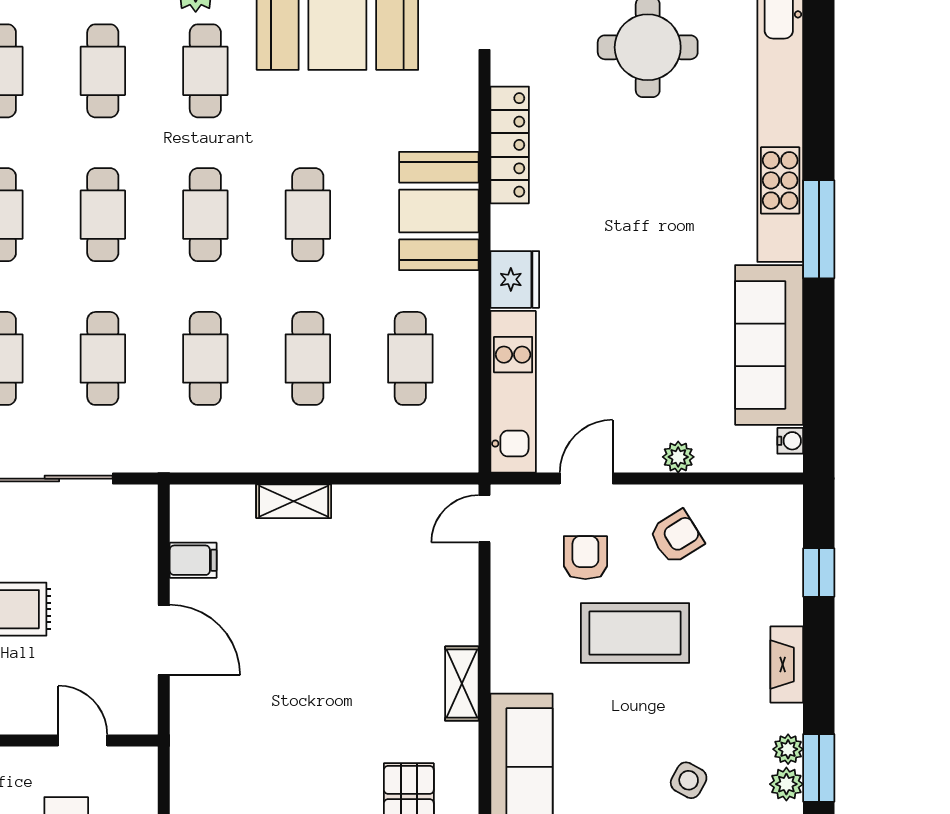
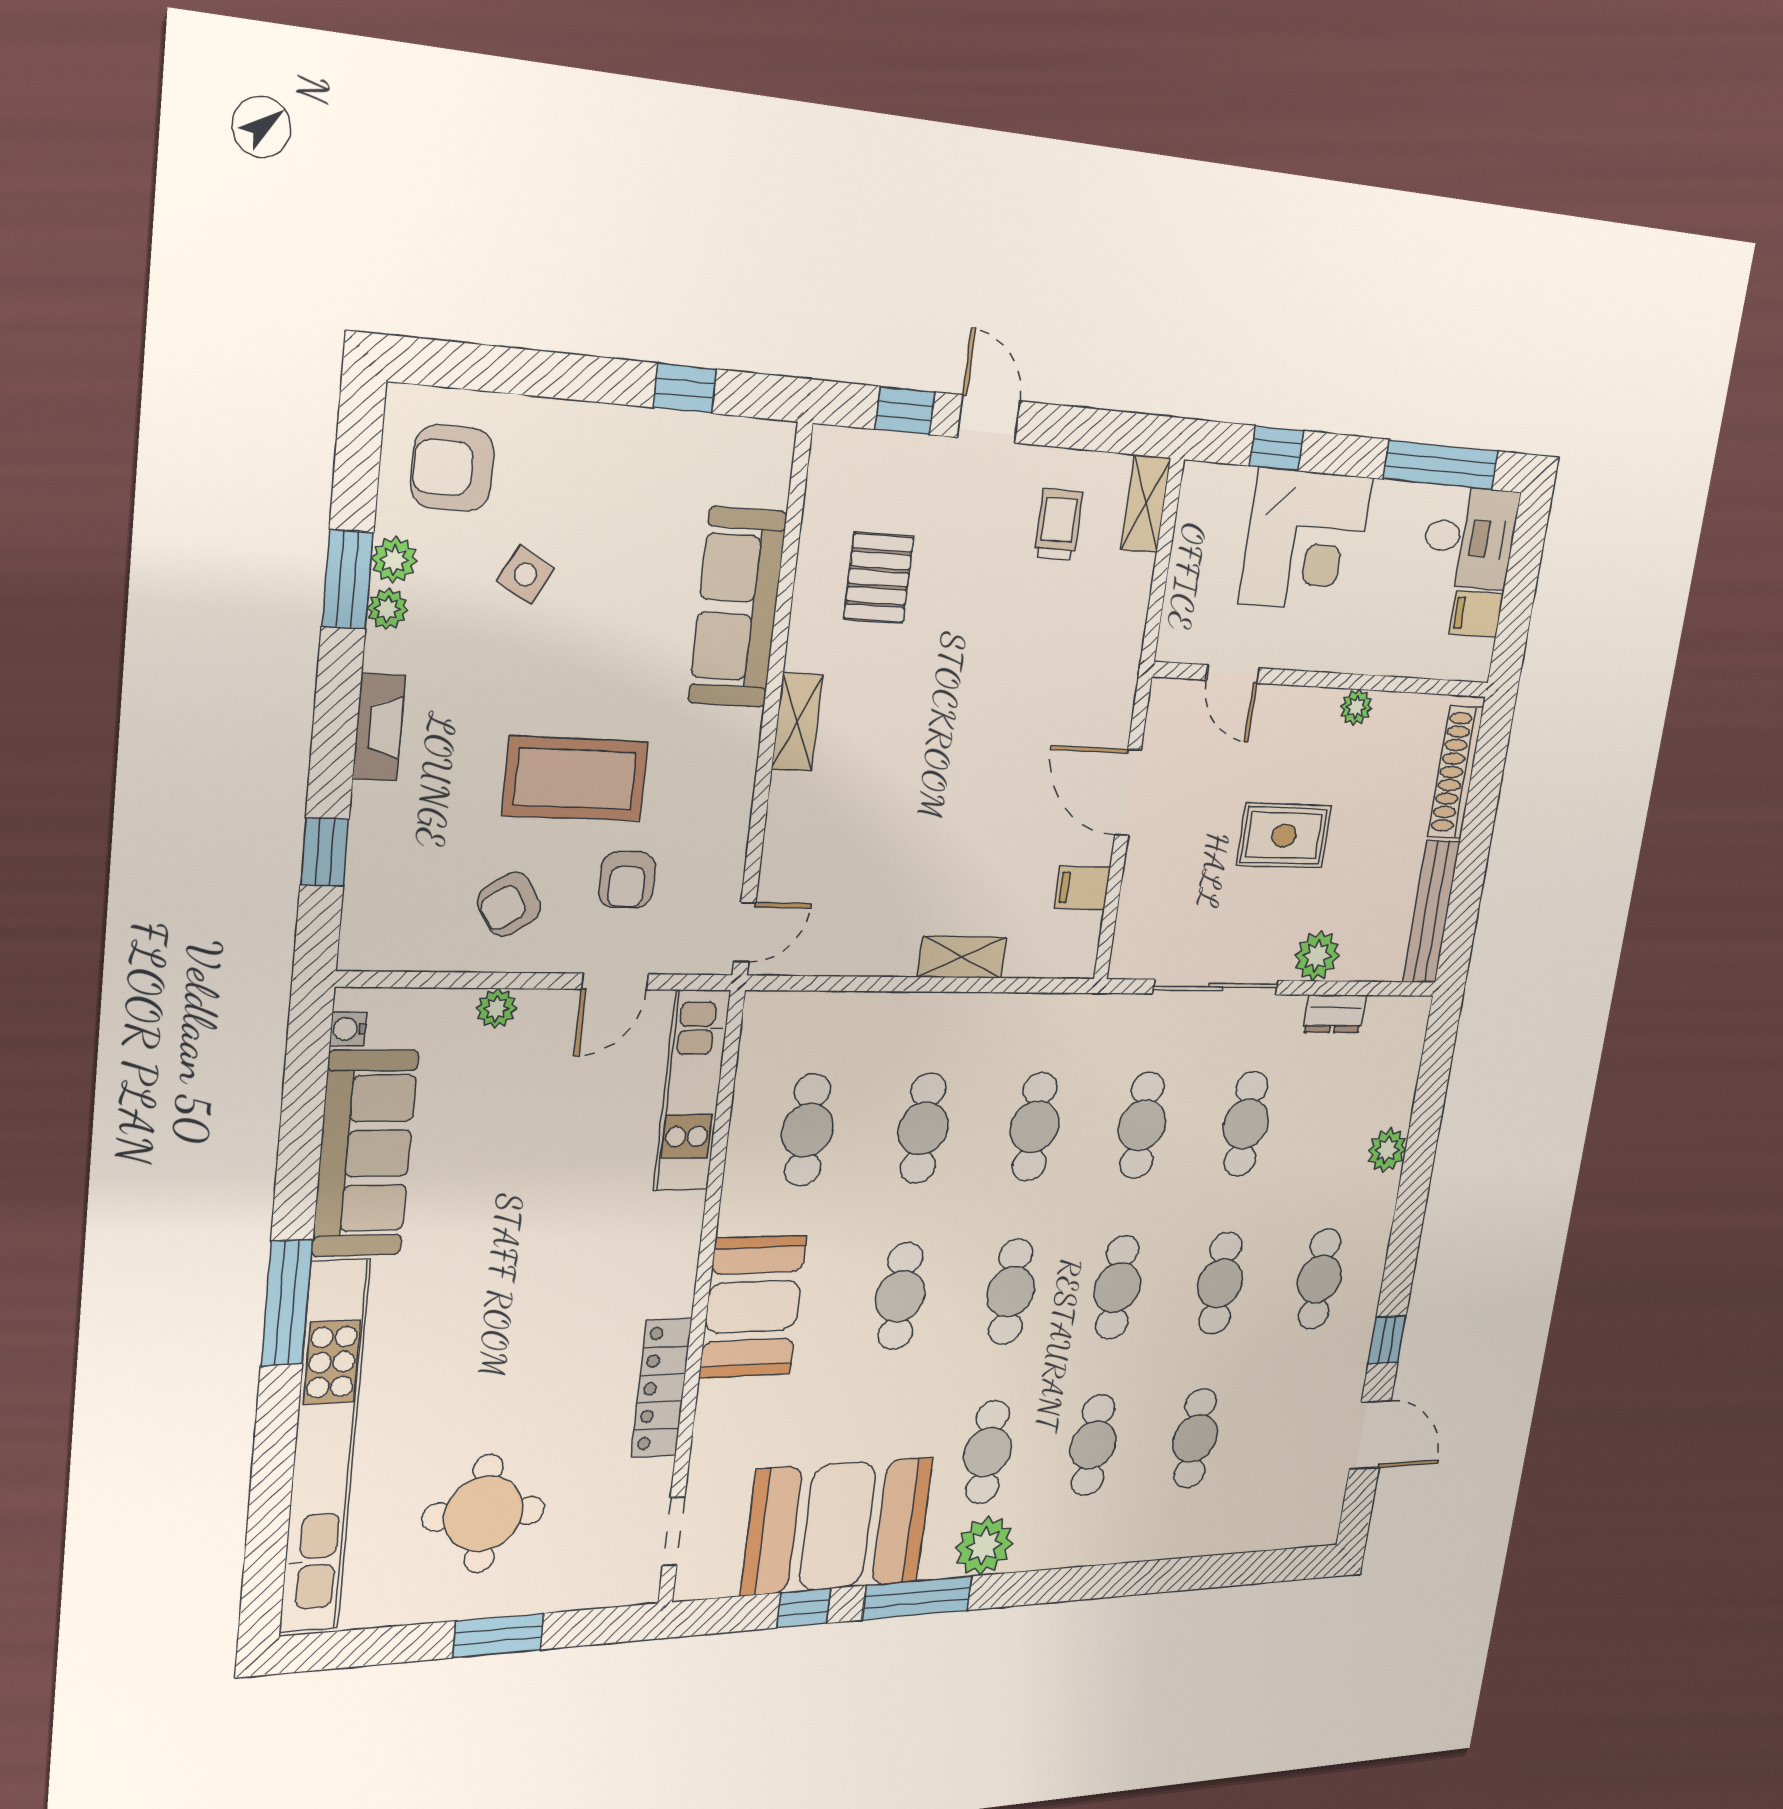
fridge: (515, 279) -> (674, 1228), removed

